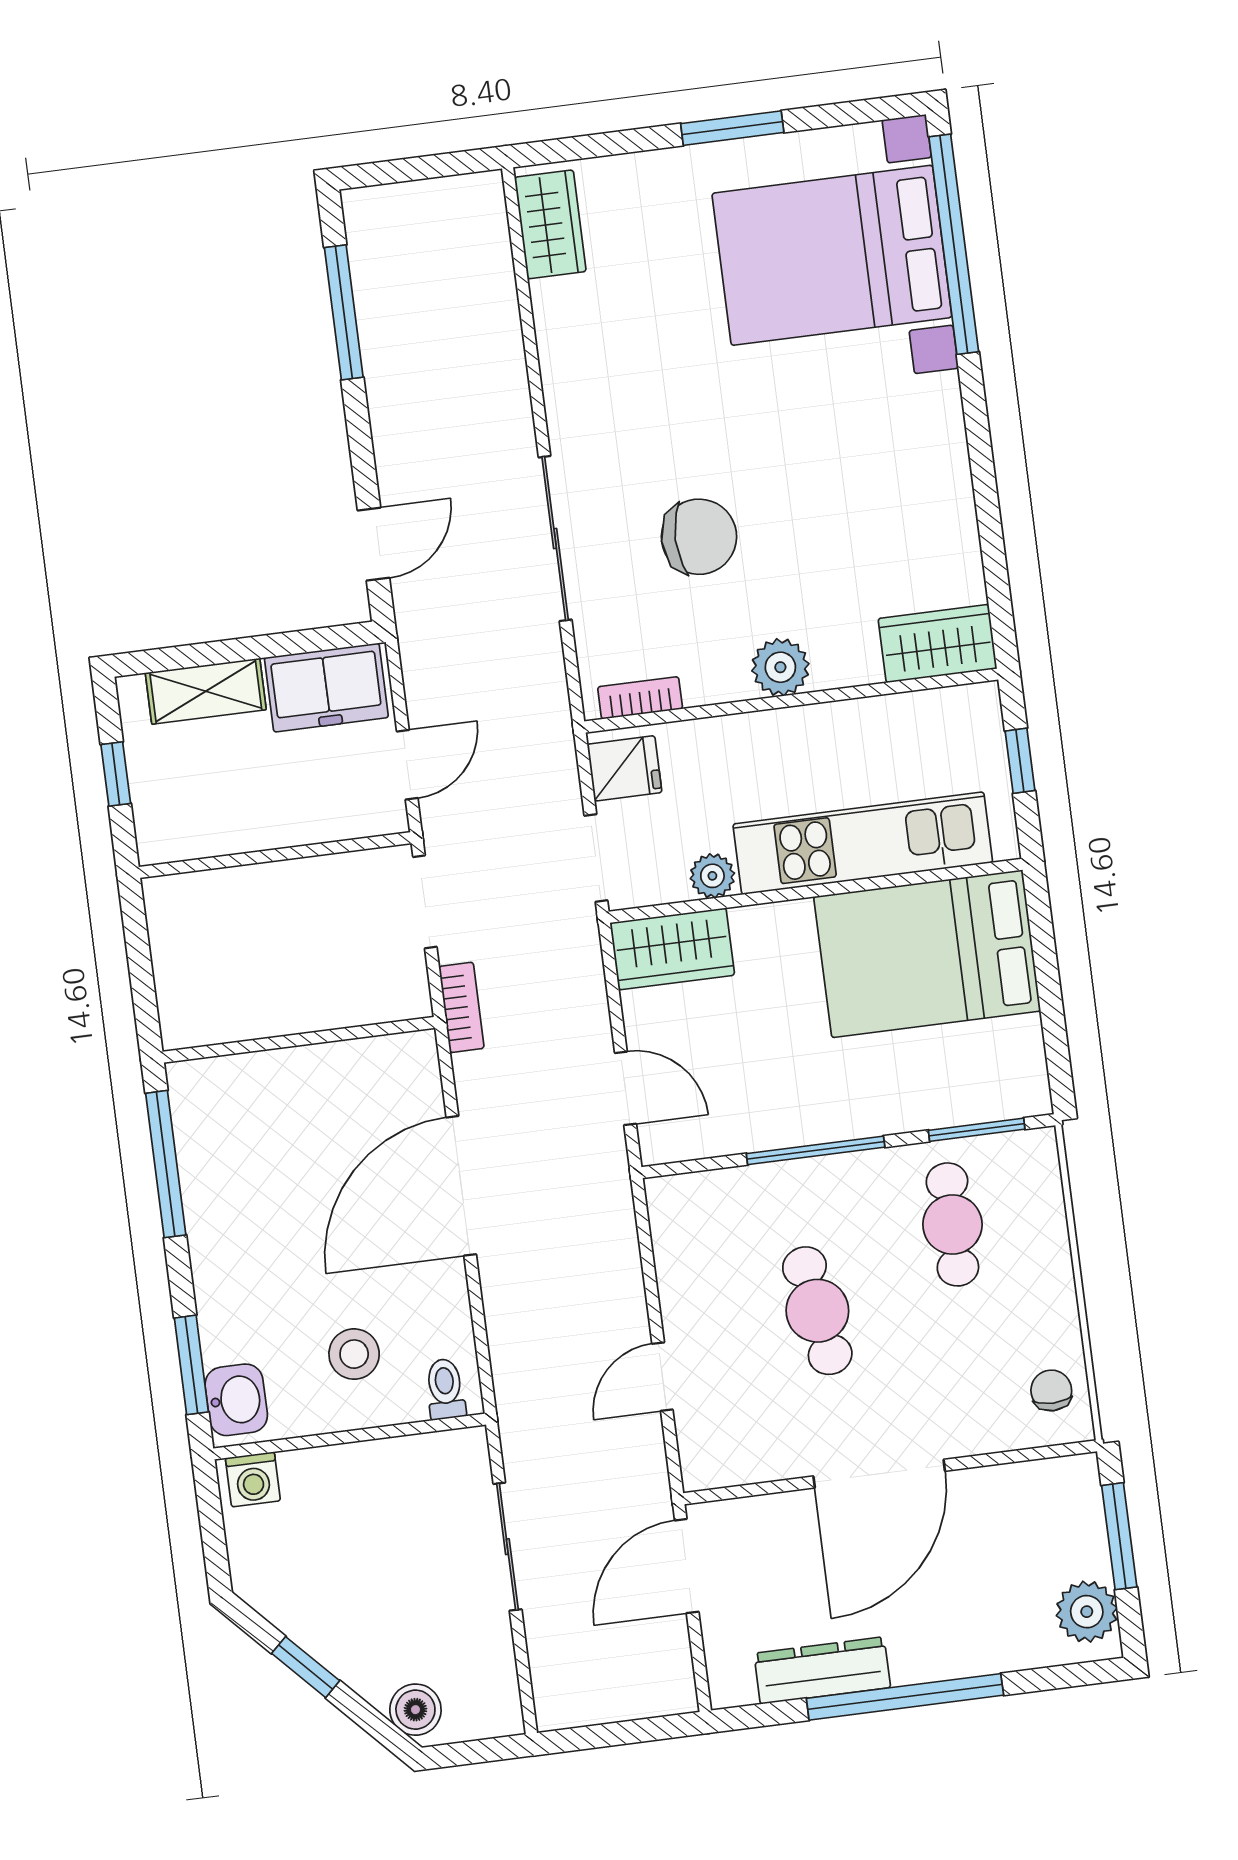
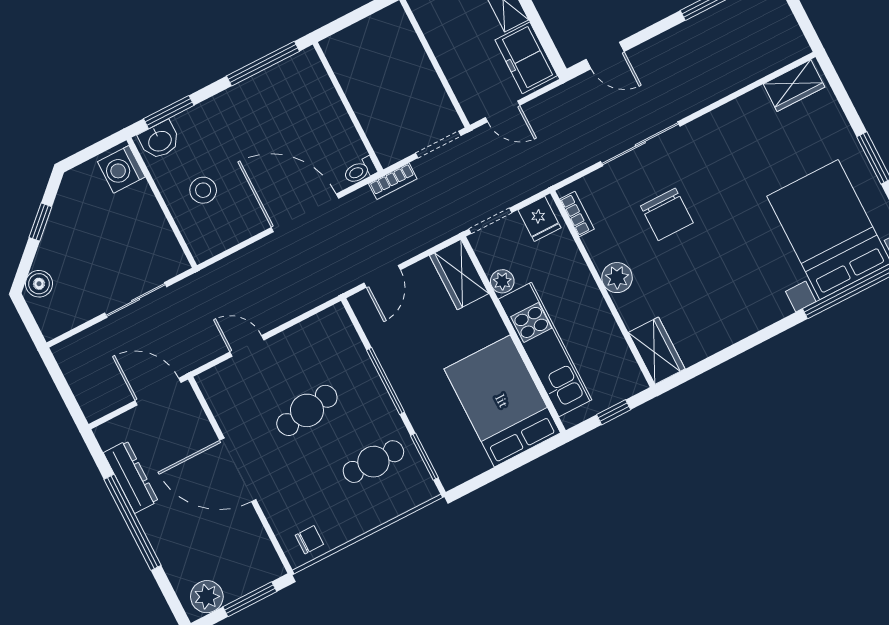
toilet: (445, 1389) -> (360, 171), moved, turned 180
washing machine: (253, 1479) -> (121, 169), width x1.38, depth x1.38

